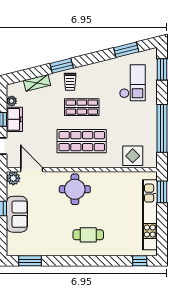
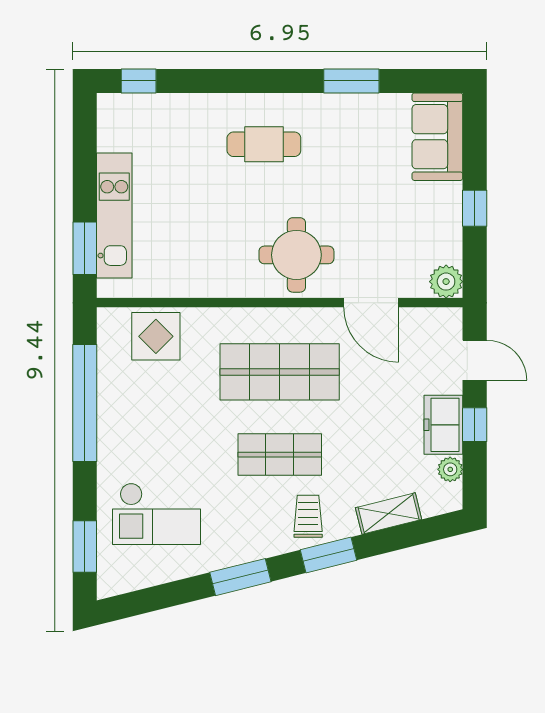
window: (126, 50) -> (240, 577), moved
checkout: (132, 83) -> (157, 514), turned -90
door: (32, 170) -> (371, 303), moved
sofa: (17, 214) -> (437, 137), moved
kitchen unit: (150, 215) -> (114, 215), width x0.73
window: (30, 261) -> (351, 81), moved

